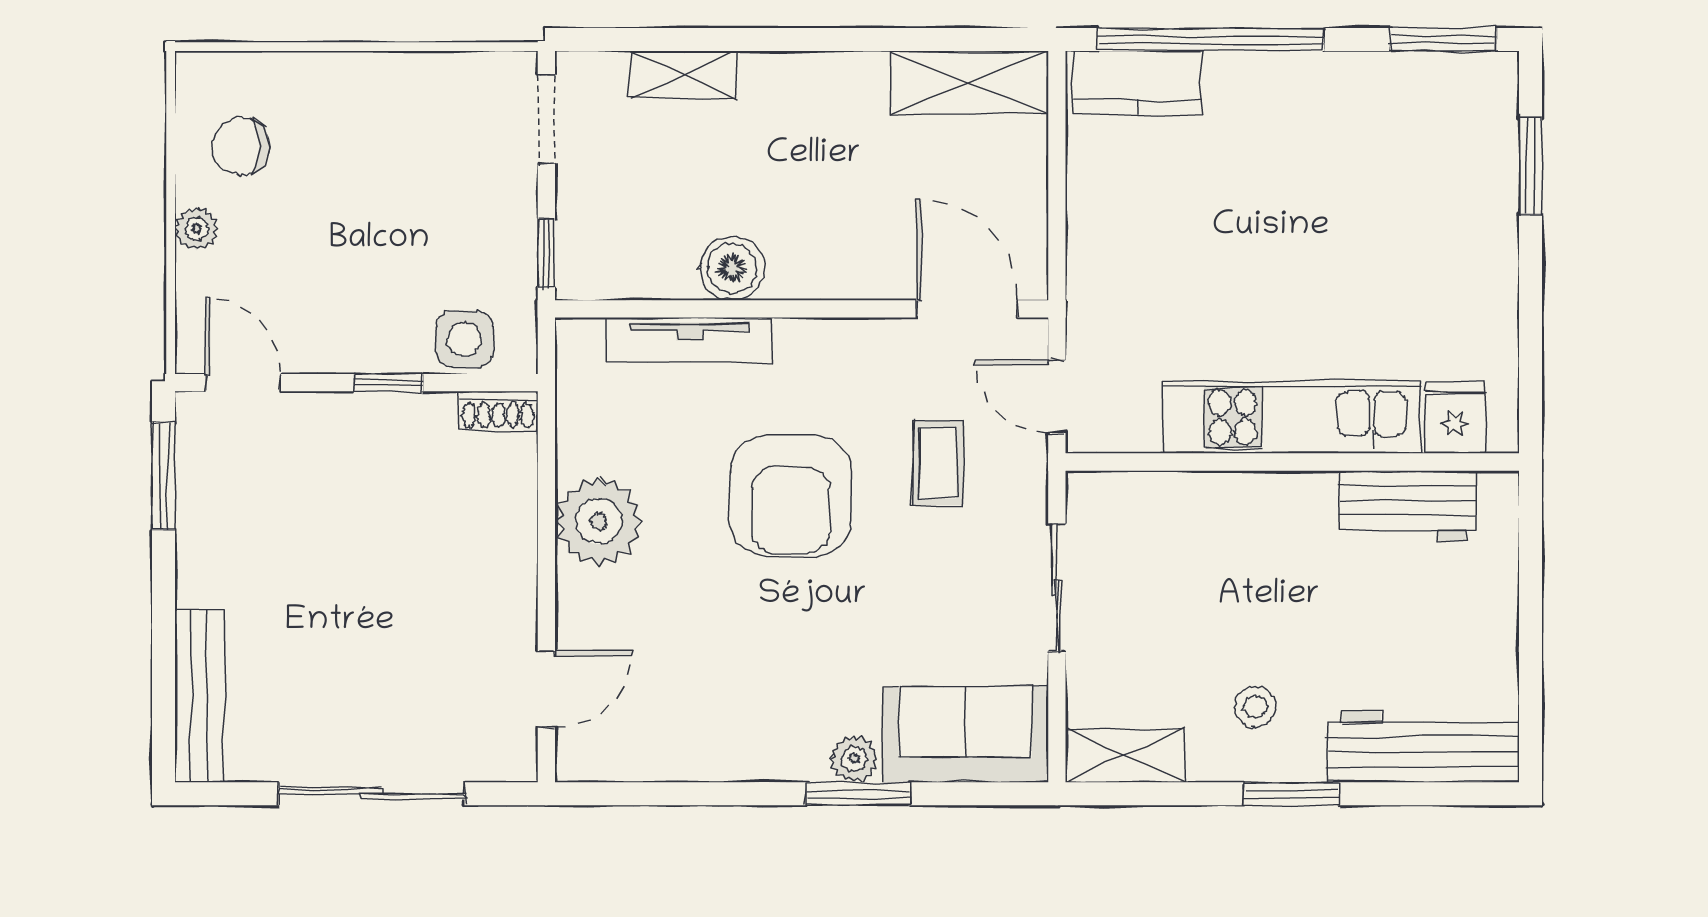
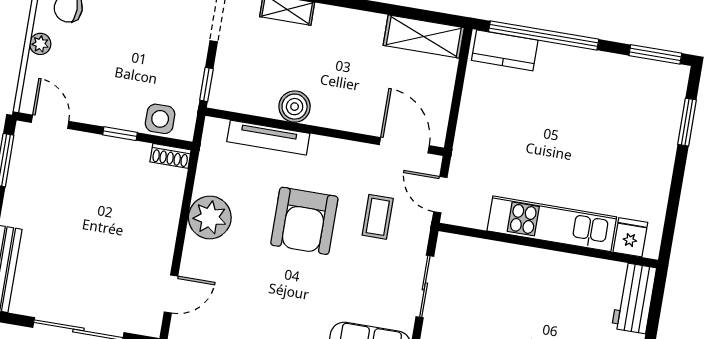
workbench: (1408, 506) -> (634, 298), moved, turned 90

